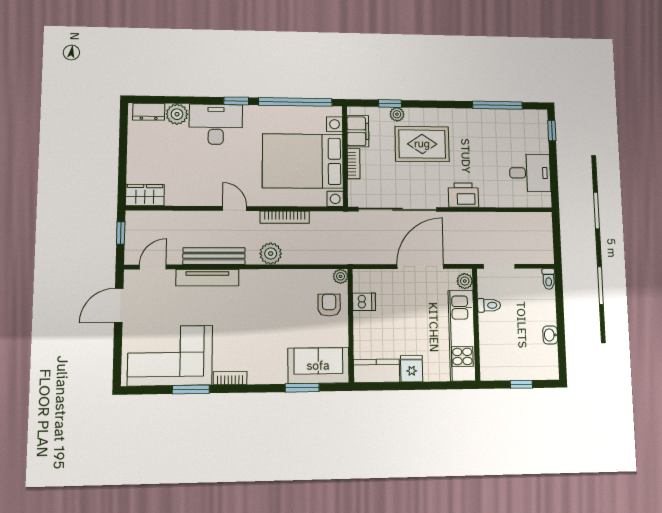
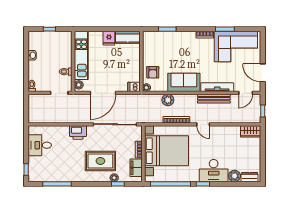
plant: (271, 254) -> (168, 100), moved
dishwasher: (364, 302) -> (134, 87), moved
door: (119, 305) -> (263, 73), swing flipped
sofa: (318, 366) -> (184, 82), moved, turned 180

